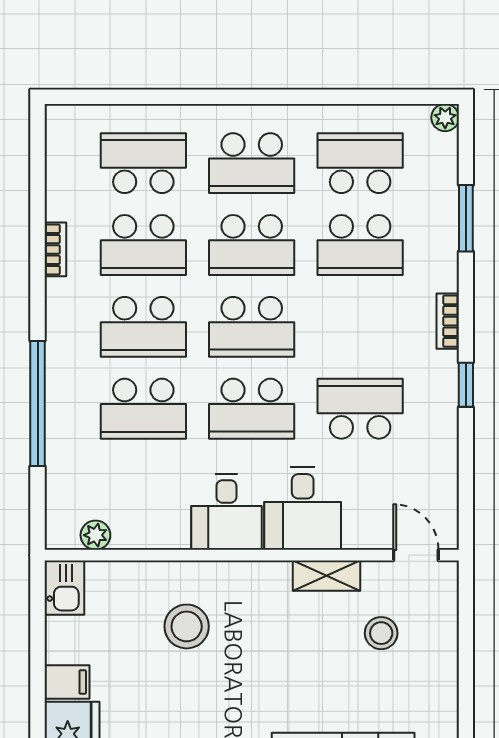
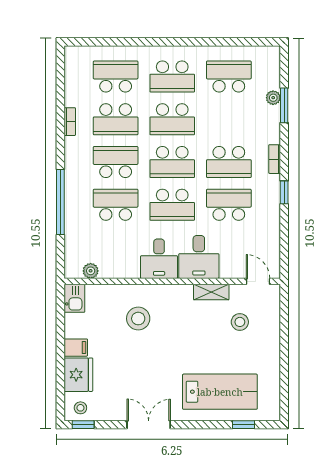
plant: (445, 118) -> (273, 98), moved
school desk: (360, 245) -> (229, 162), moved
school desk: (143, 327) -> (116, 162), turned 180
school desk: (143, 409) -> (116, 205), turned 180

